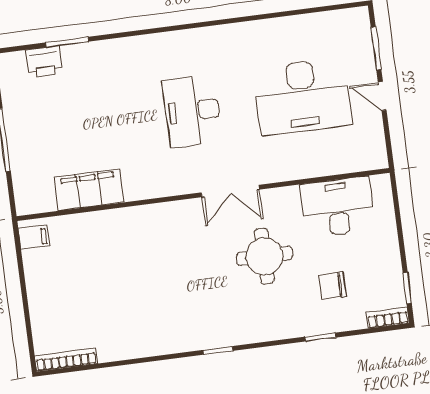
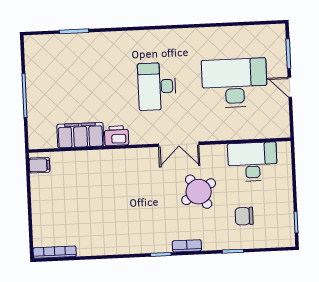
printer: (44, 62) -> (117, 136), moved, turned 180
desk: (303, 97) -> (234, 83), turned 180
round table: (264, 256) -> (199, 192), turned -32
bookcase: (388, 318) -> (187, 246), moved

